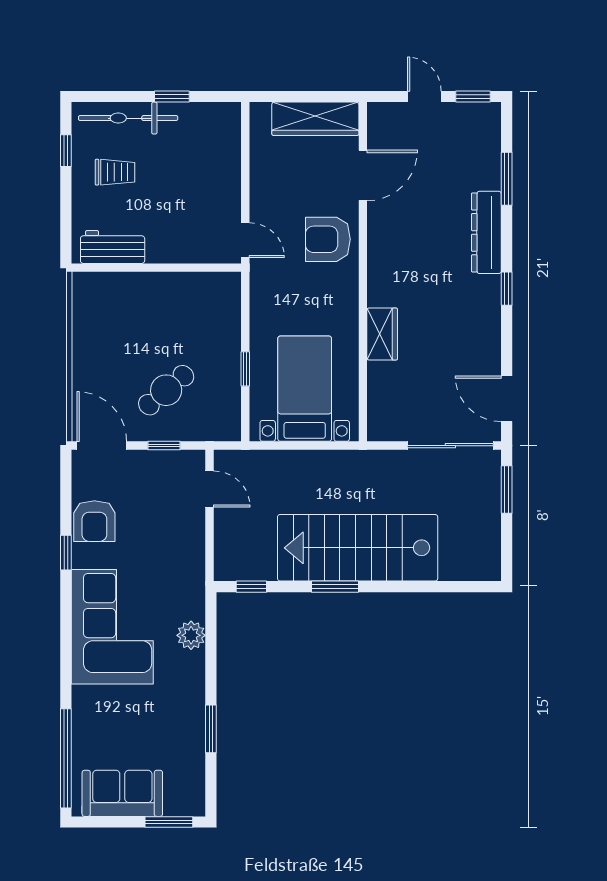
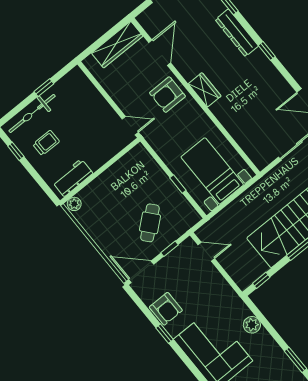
plant: (86, 283) -> (74, 204), added
wardrobe: (382, 334) -> (205, 90), moved

